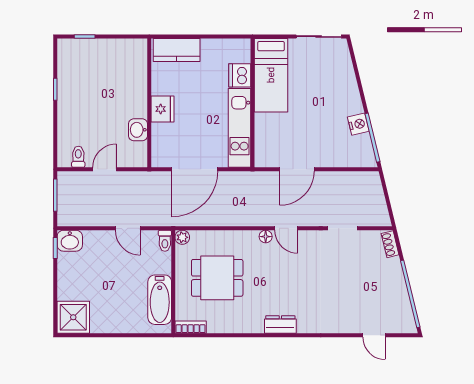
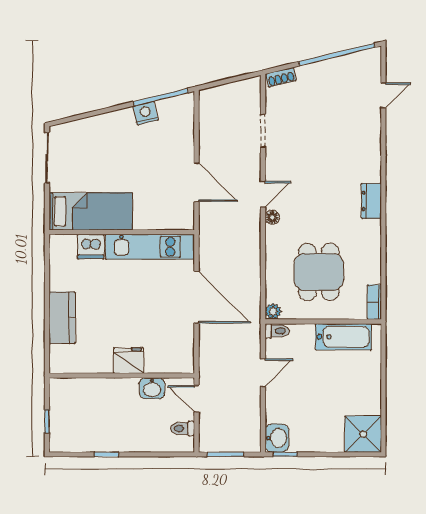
wall: (149, 103) -> (122, 375), moved
fridge: (162, 109) -> (129, 361), moved
washbasin: (138, 130) -> (152, 388), moved

